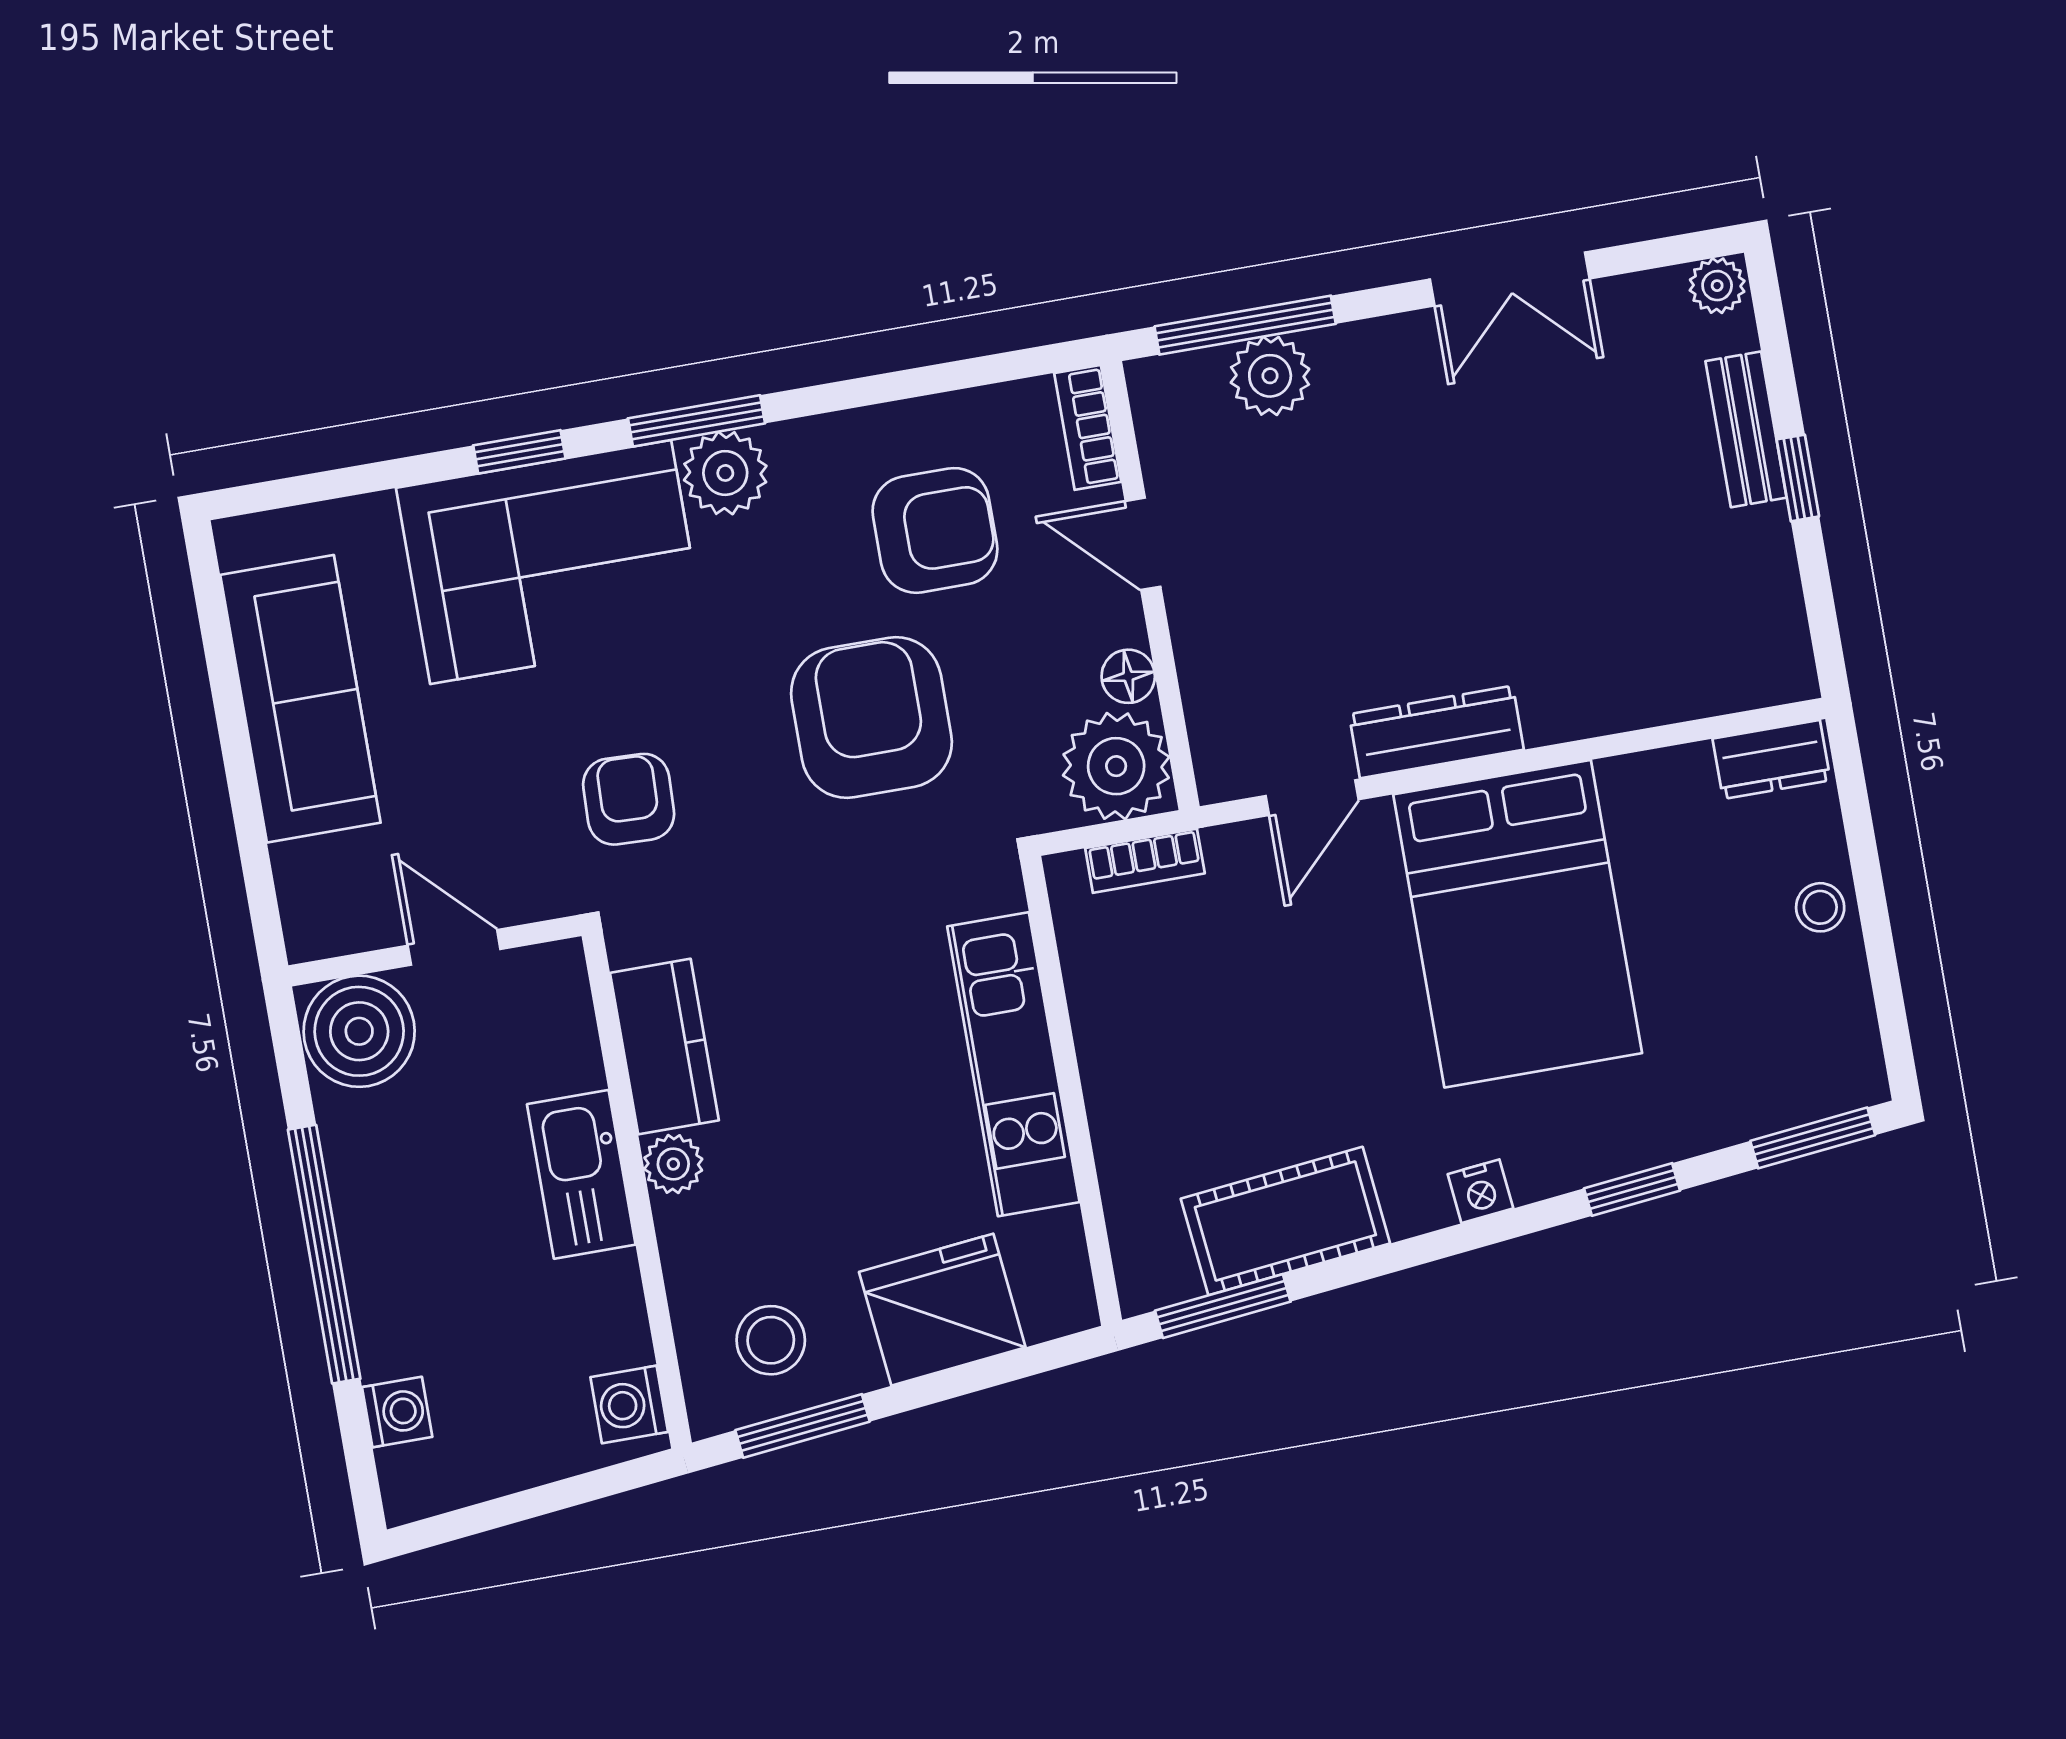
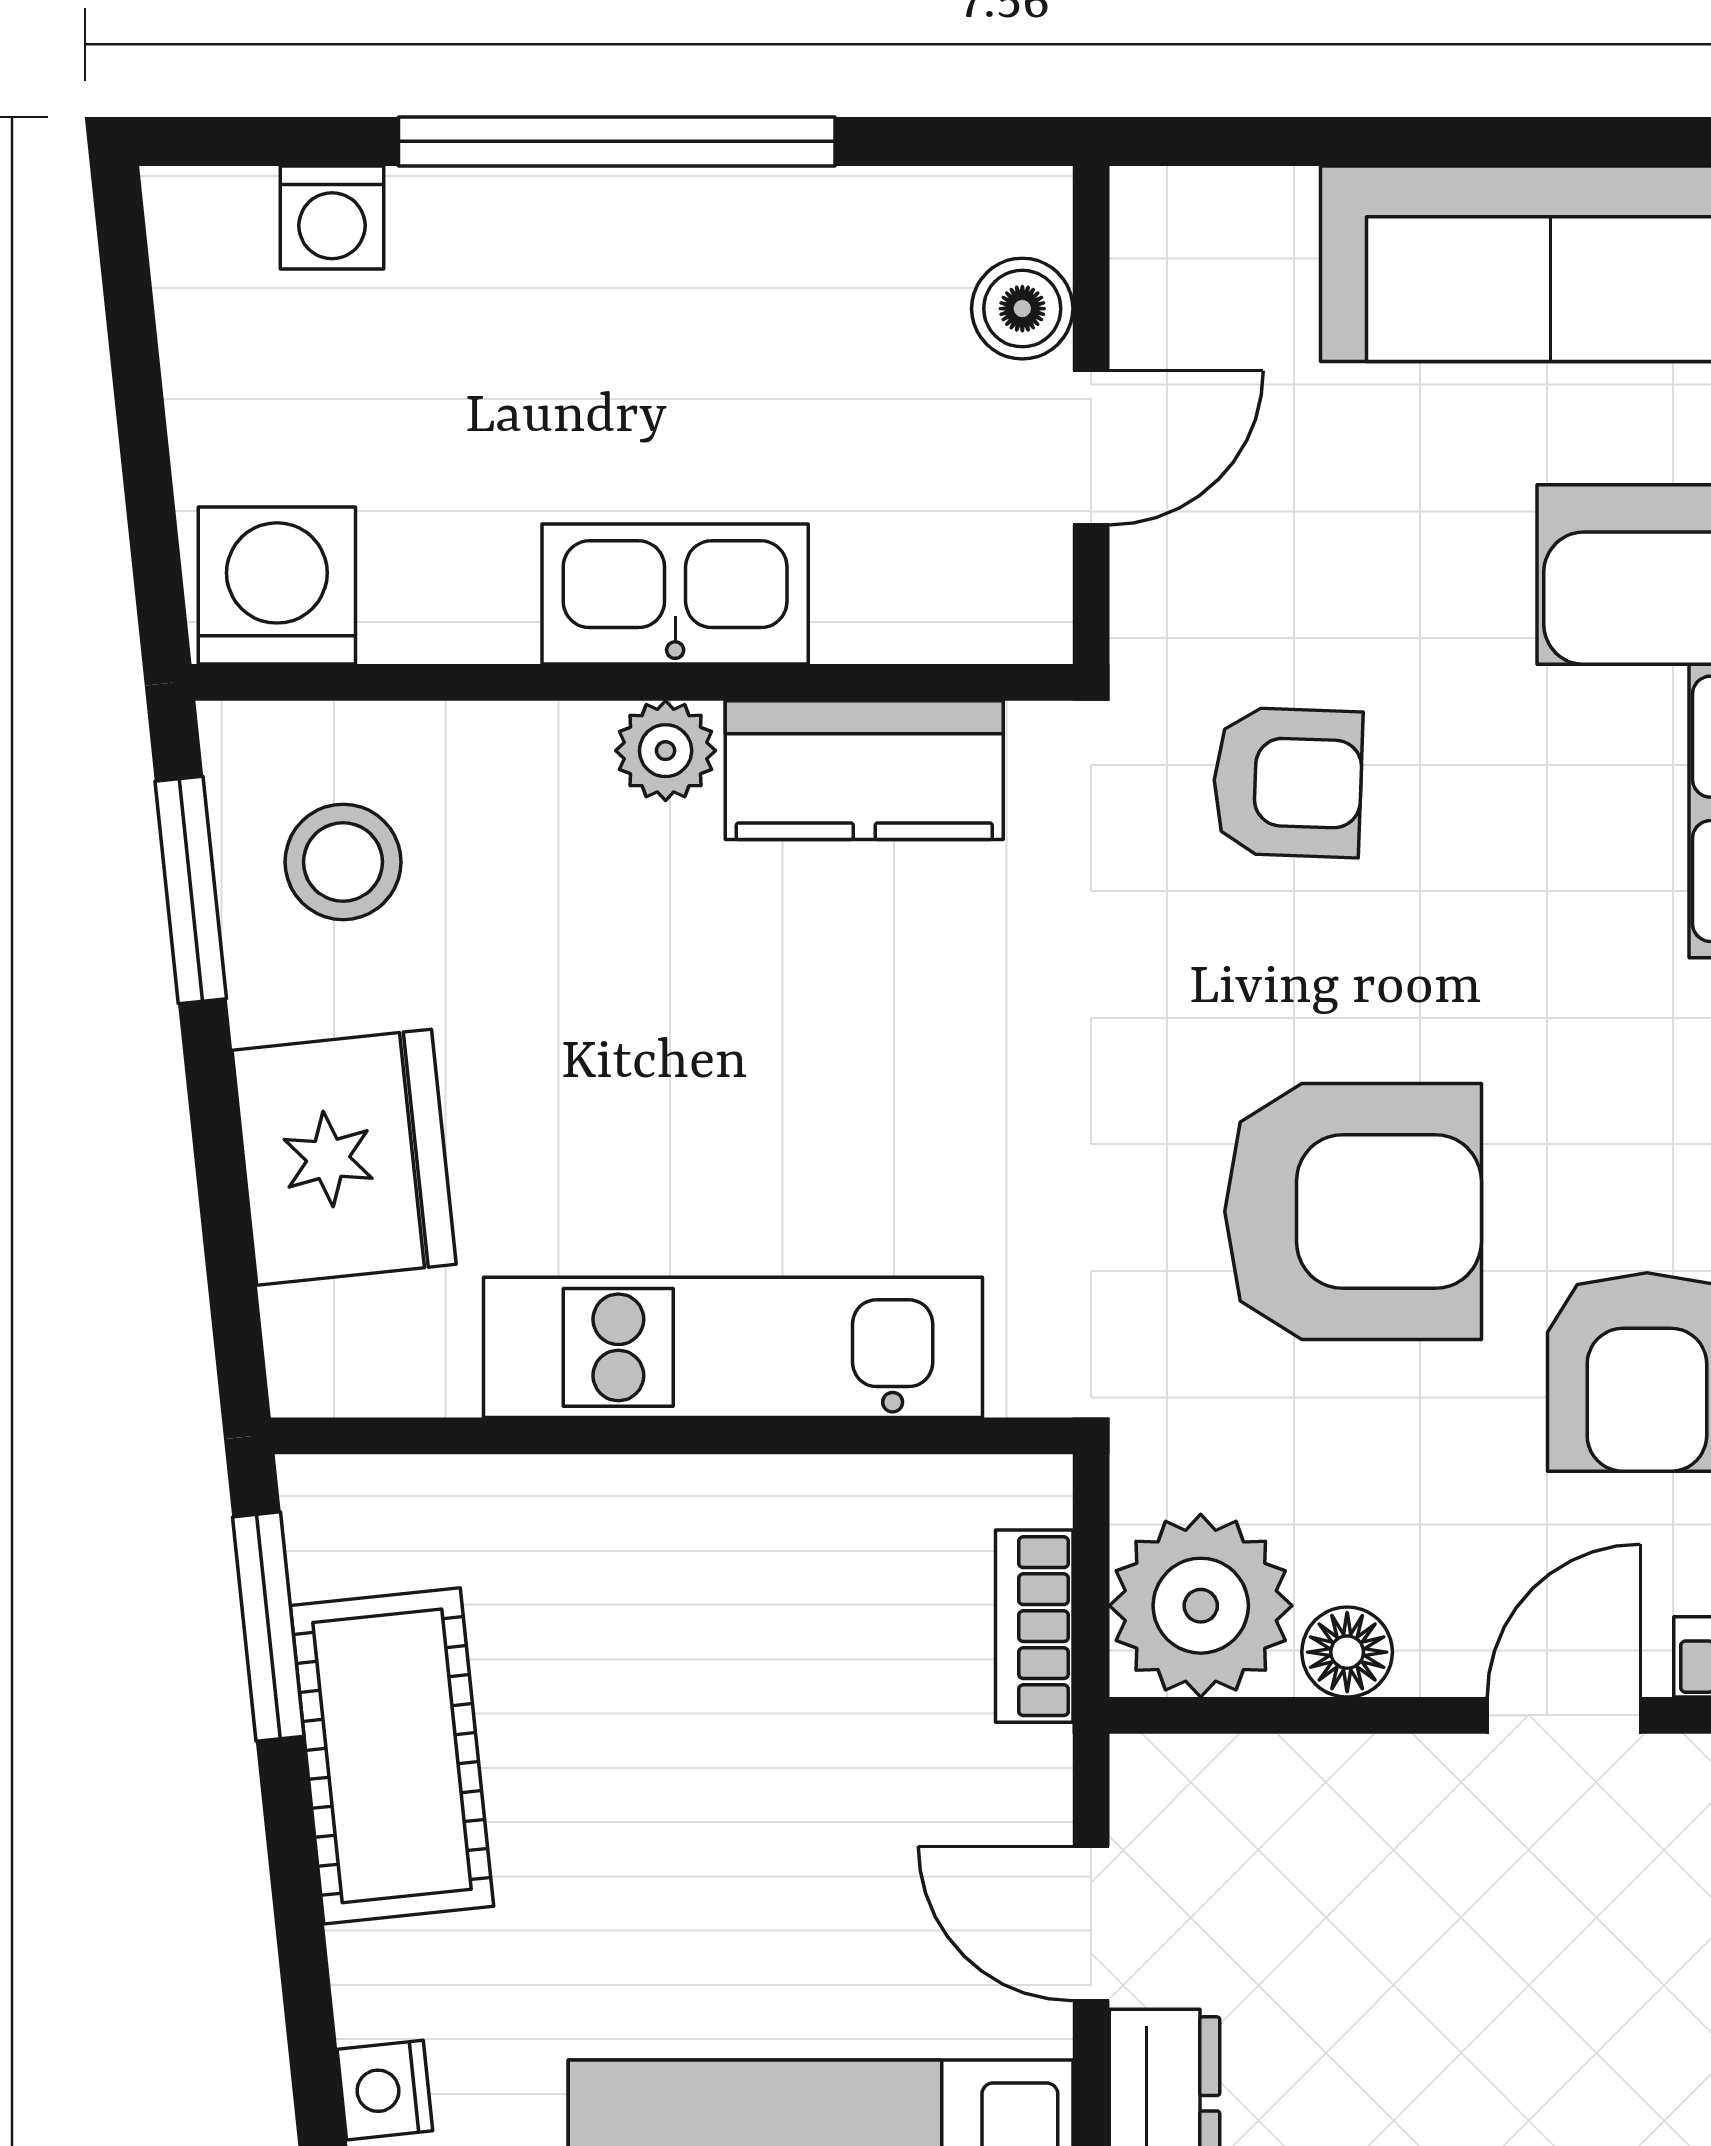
boiler: (359, 1031) -> (1022, 309), width x0.54, depth x0.54
washing machine: (629, 1405) -> (277, 586), width x1.38, depth x1.38

